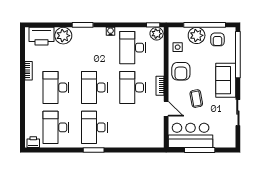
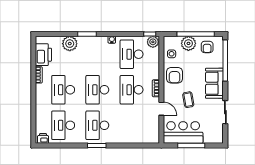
printer: (42, 36) -> (43, 55), moved, turned -90

